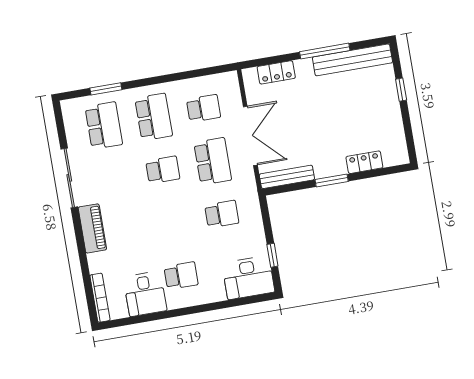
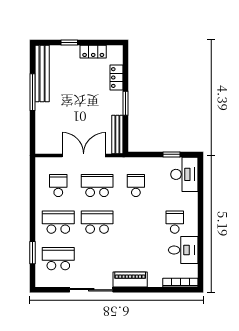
locker: (276, 72) -> (93, 52), moved, turned 90
school desk: (163, 170) -> (97, 222), width x1.85

